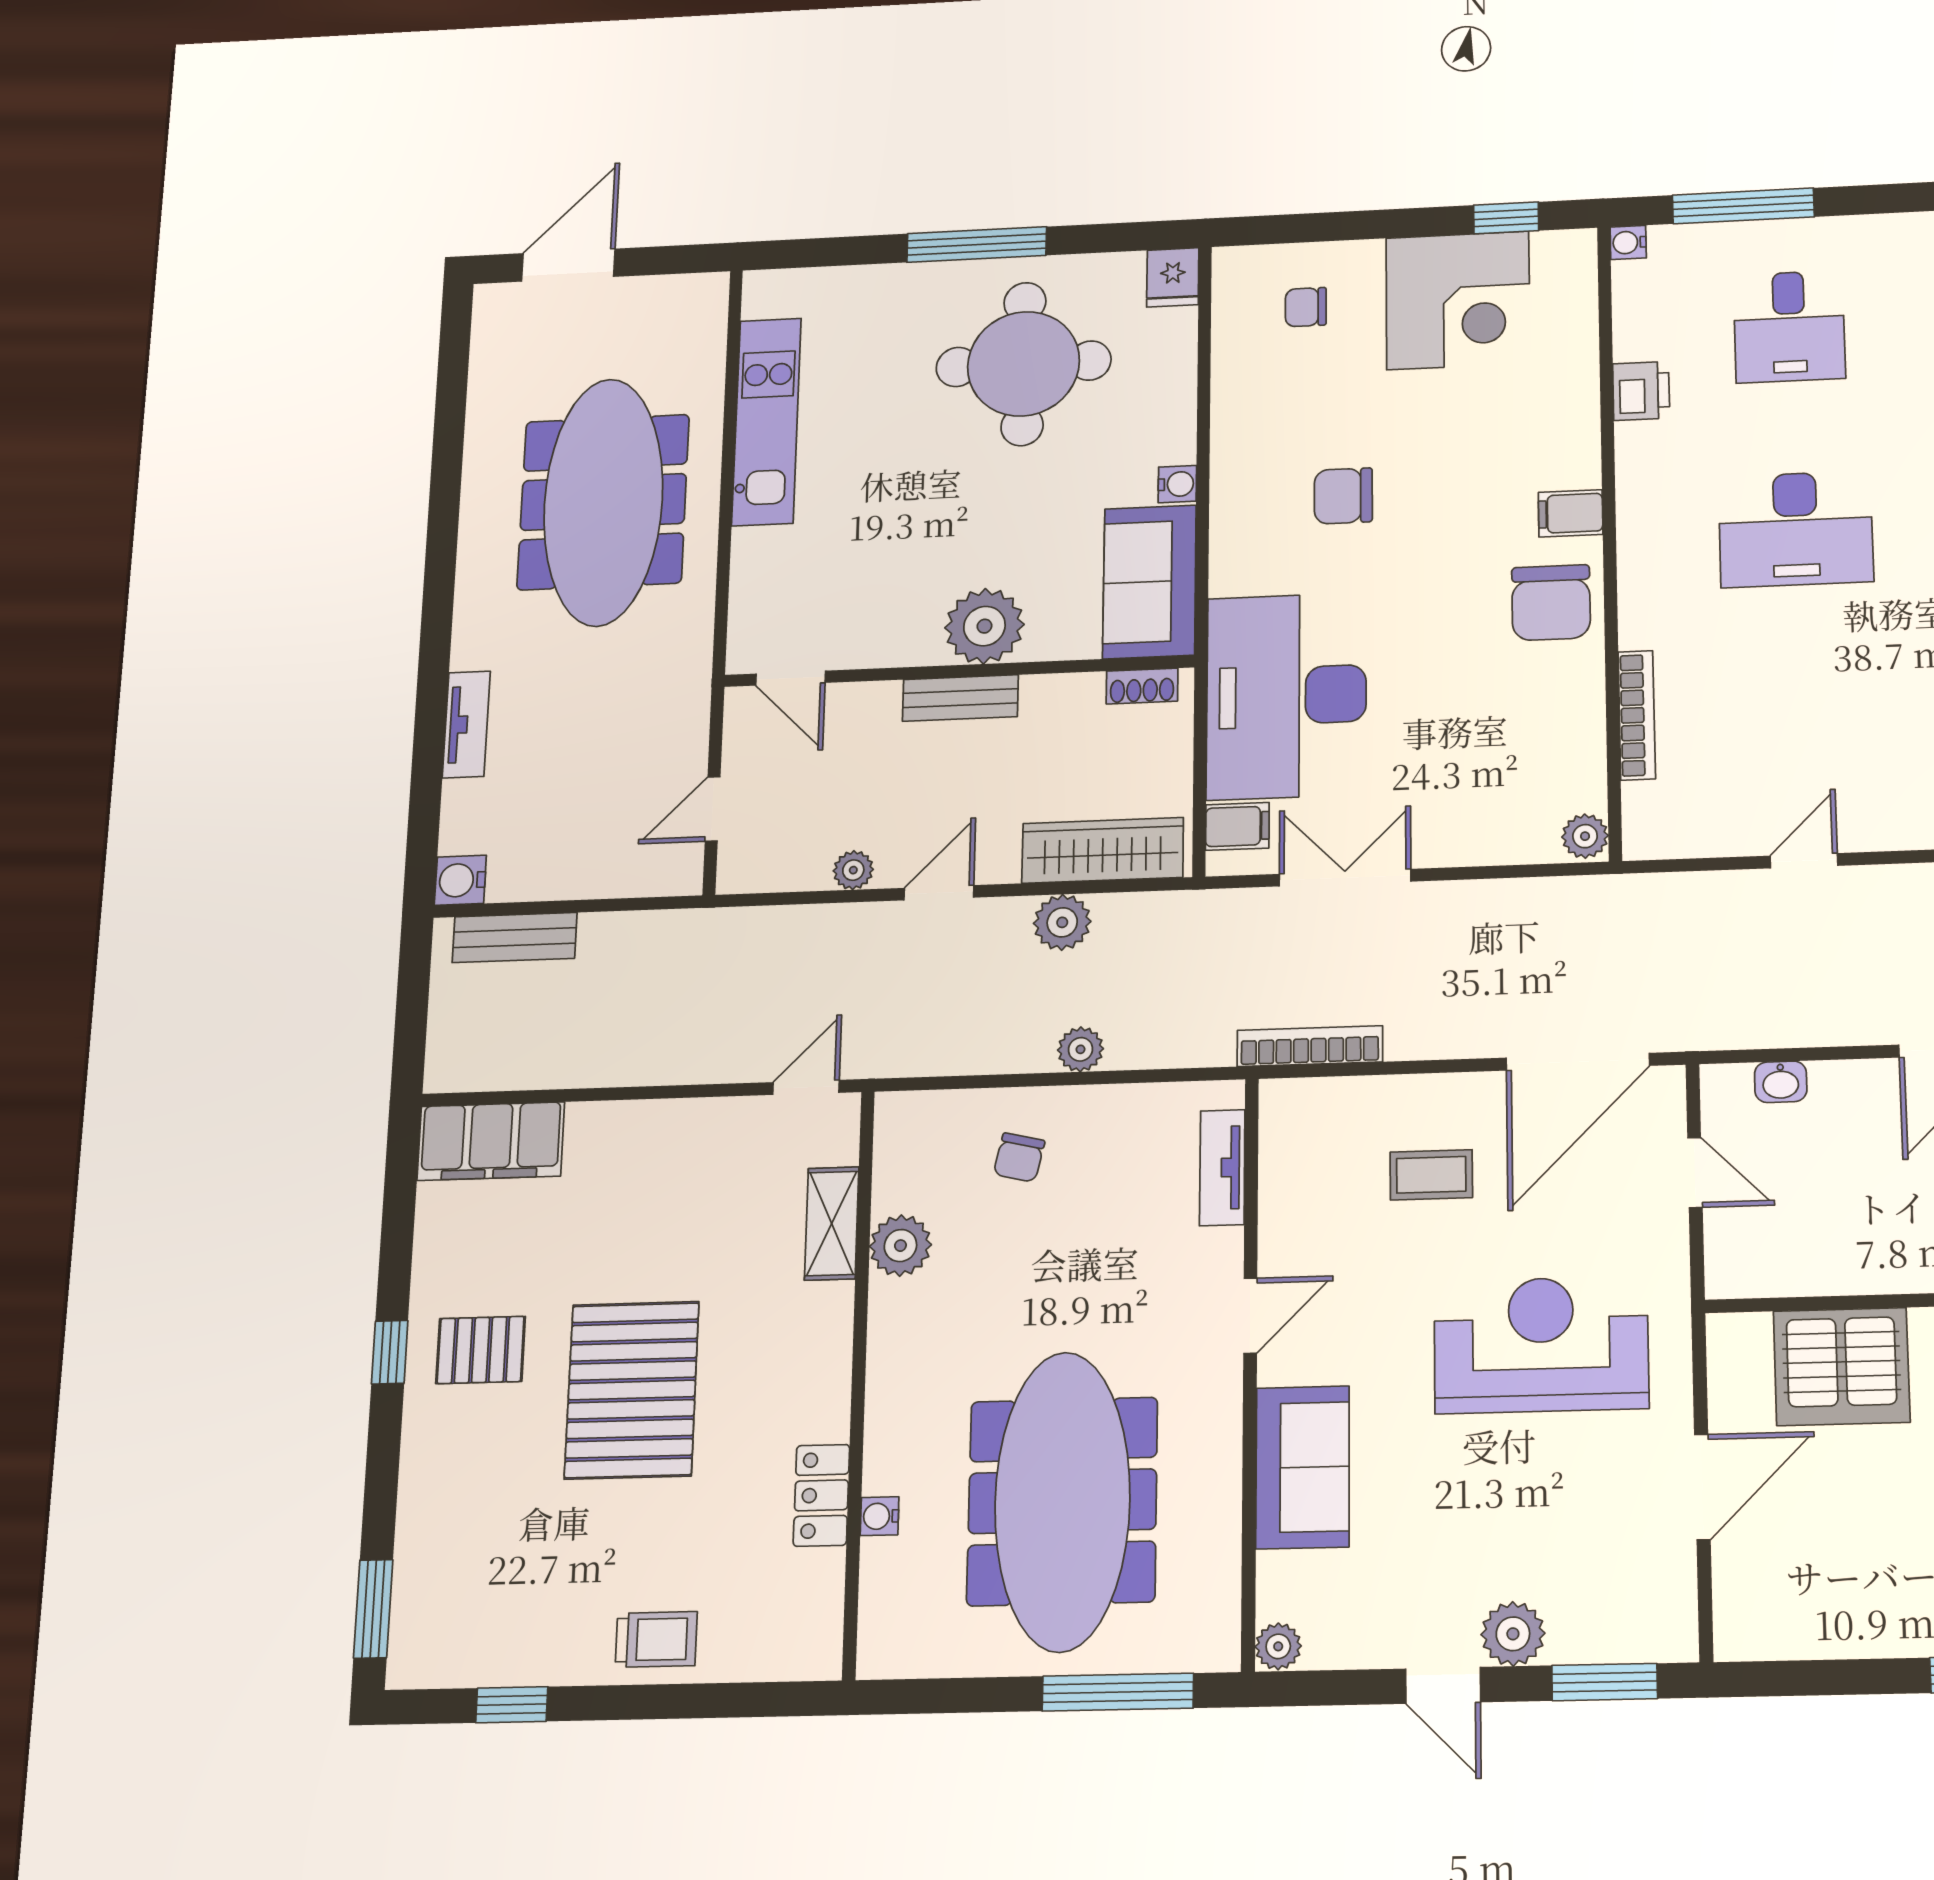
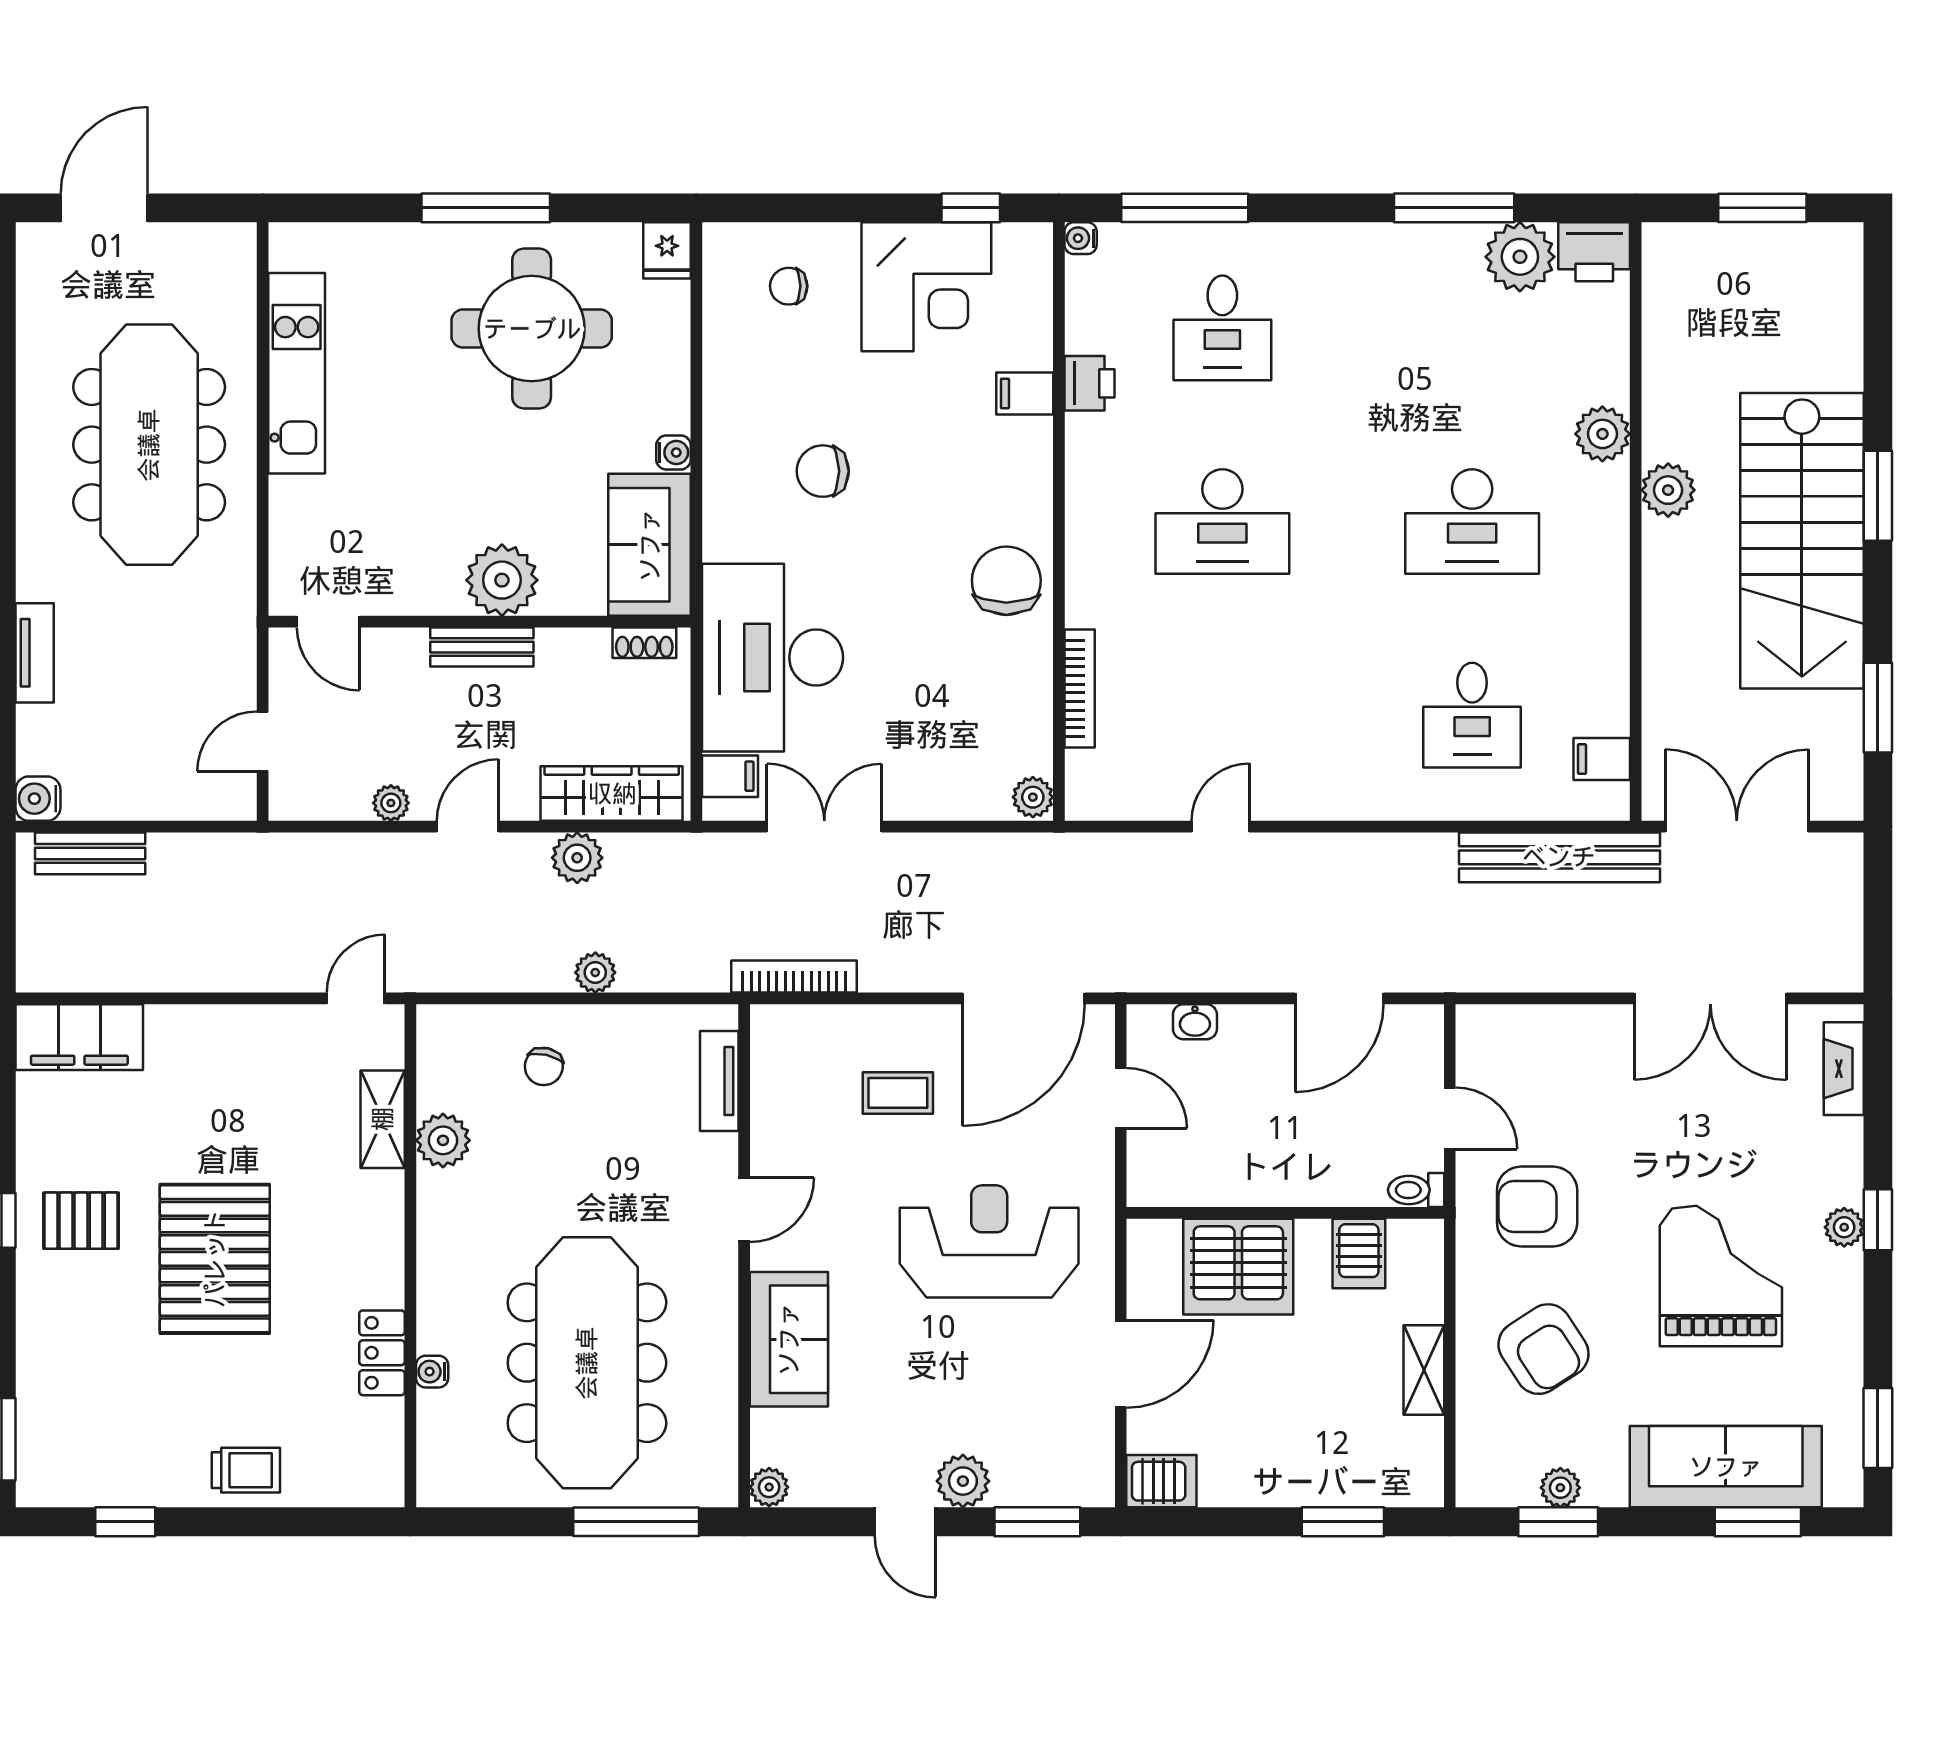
filing cabinet: (1571, 513) -> (1025, 393), moved
chair: (1551, 603) -> (1006, 581), turned 180
server rack: (1756, 1629) -> (1161, 1481), added

